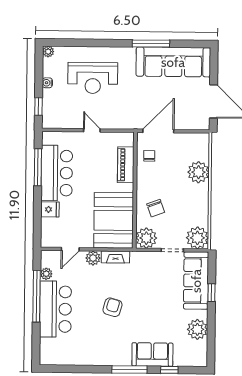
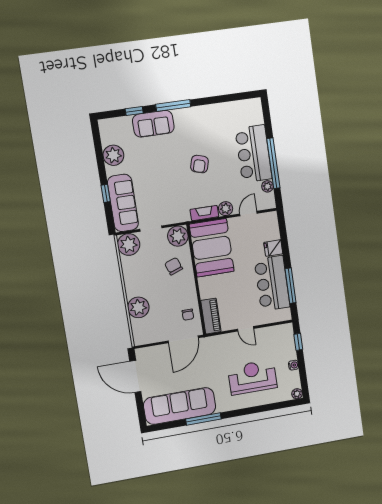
piano: (126, 165) -> (211, 316), moved

